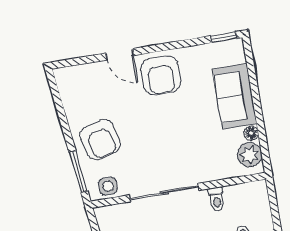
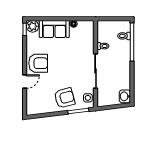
plant: (250, 155) -> (33, 26), moved

